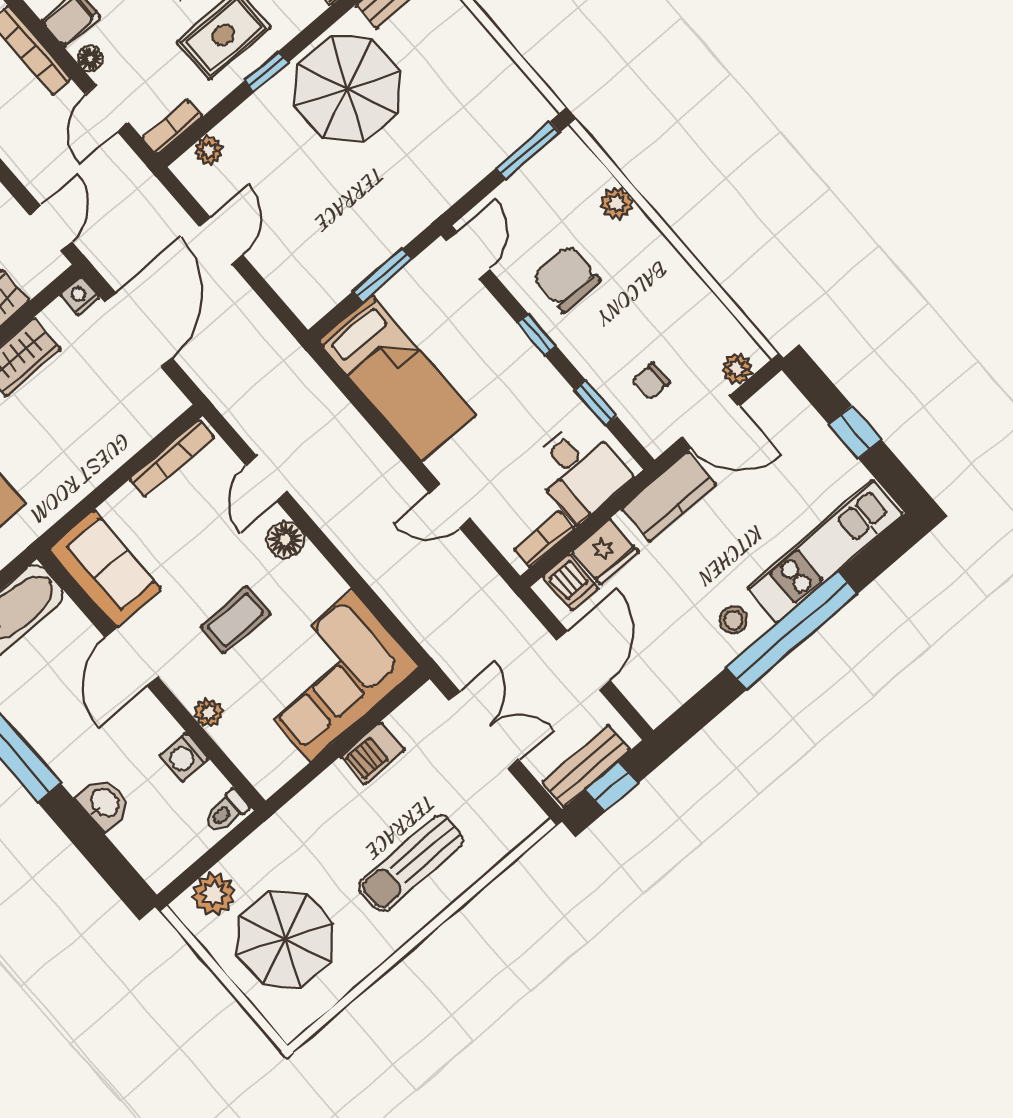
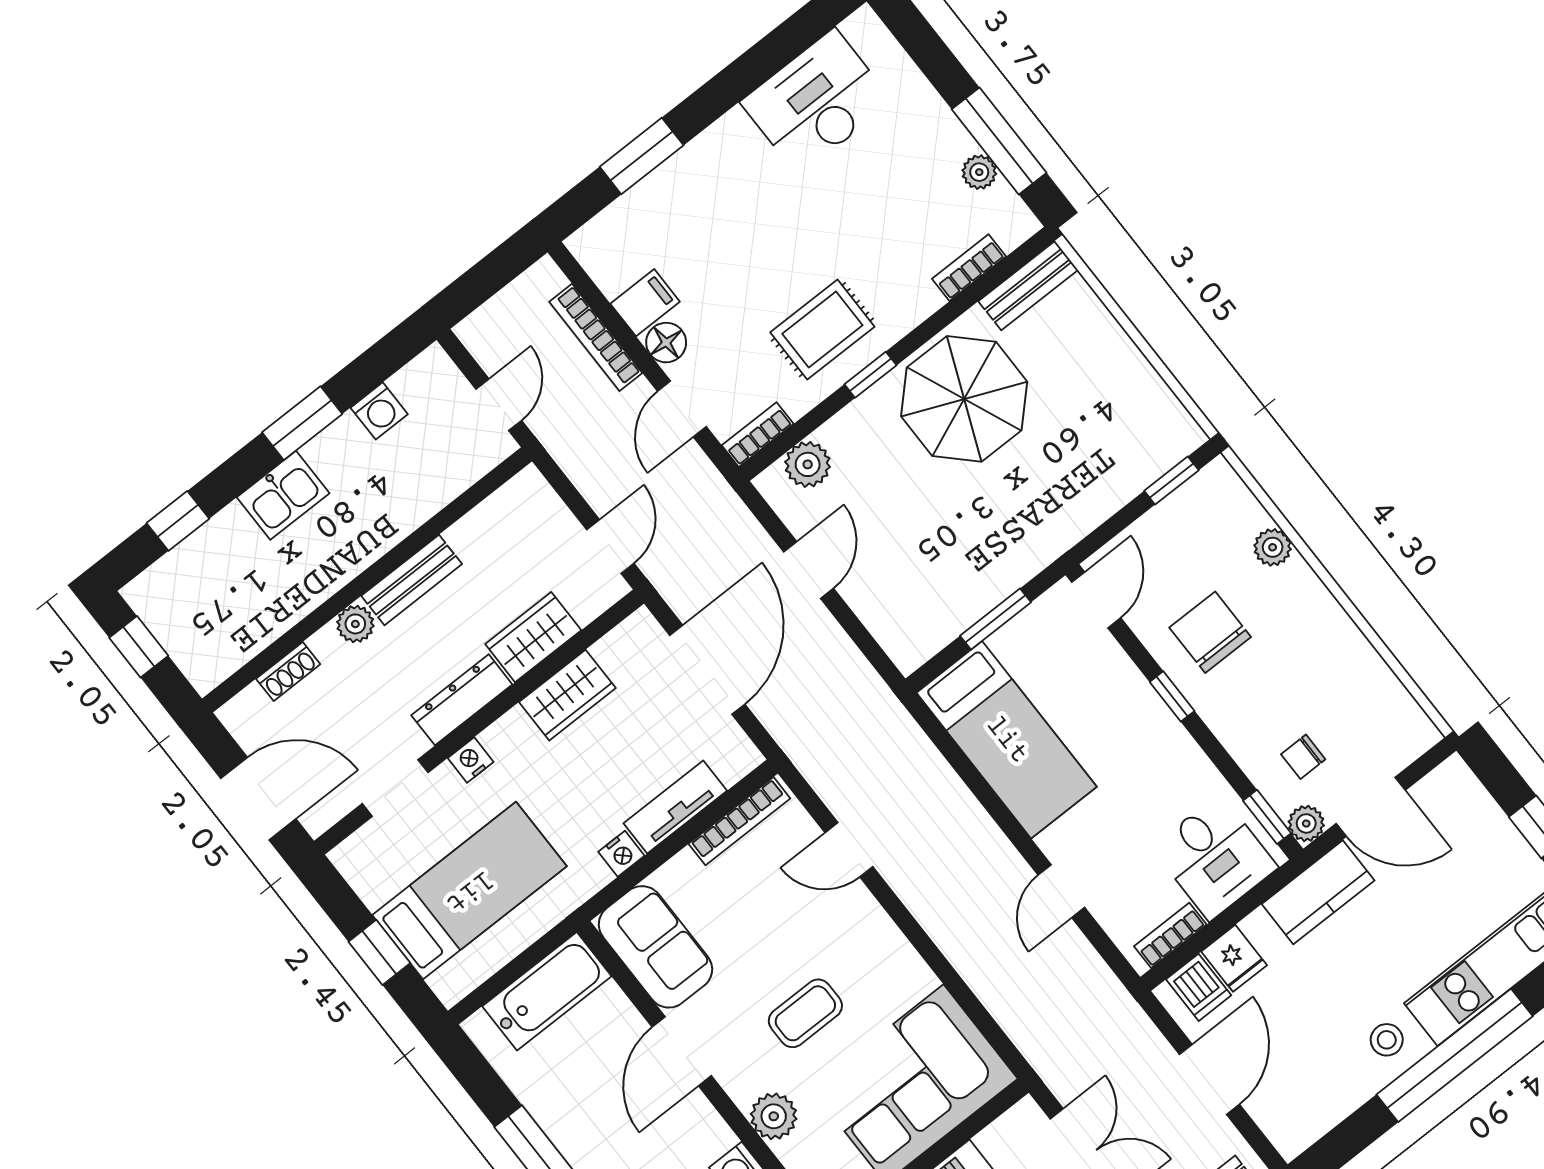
floor lamp: (90, 59) -> (666, 343), width x1.37, depth x1.37
plant: (209, 150) -> (808, 464), width x1.38, depth x1.38
window: (528, 150) -> (1171, 481), width x0.67
nightstand: (80, 296) -> (621, 854), moved, turned 180
plant: (737, 369) -> (1306, 823), moved
window: (596, 403) -> (1267, 817), moved
tv unit: (116, 449) -> (675, 807), added
door: (267, 478) -> (849, 850), hinge flipped
door: (450, 506) -> (1061, 891), hinge flipped
floor lamp: (285, 540) -> (868, 922), removed
fridge: (605, 552) -> (1234, 958), width x0.72
plant: (208, 713) -> (774, 1116), width x1.38, depth x1.38

